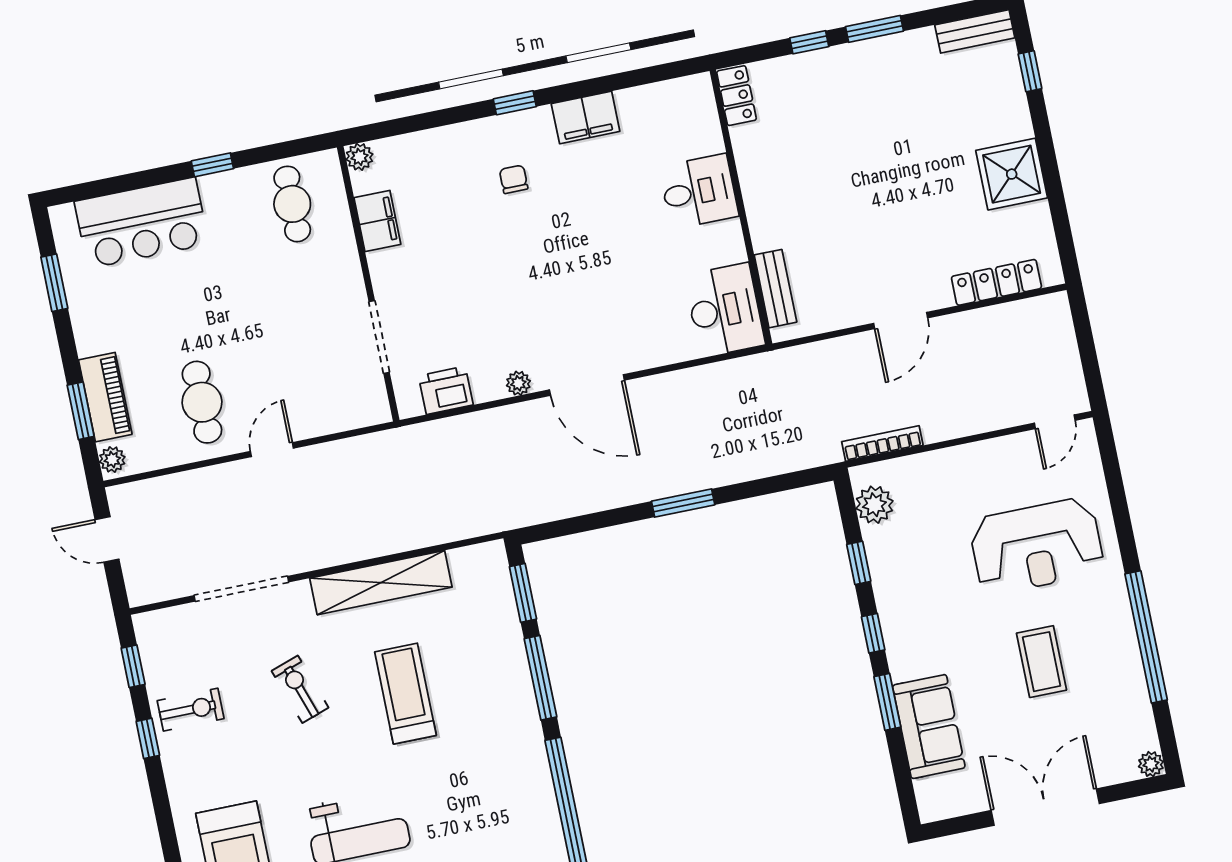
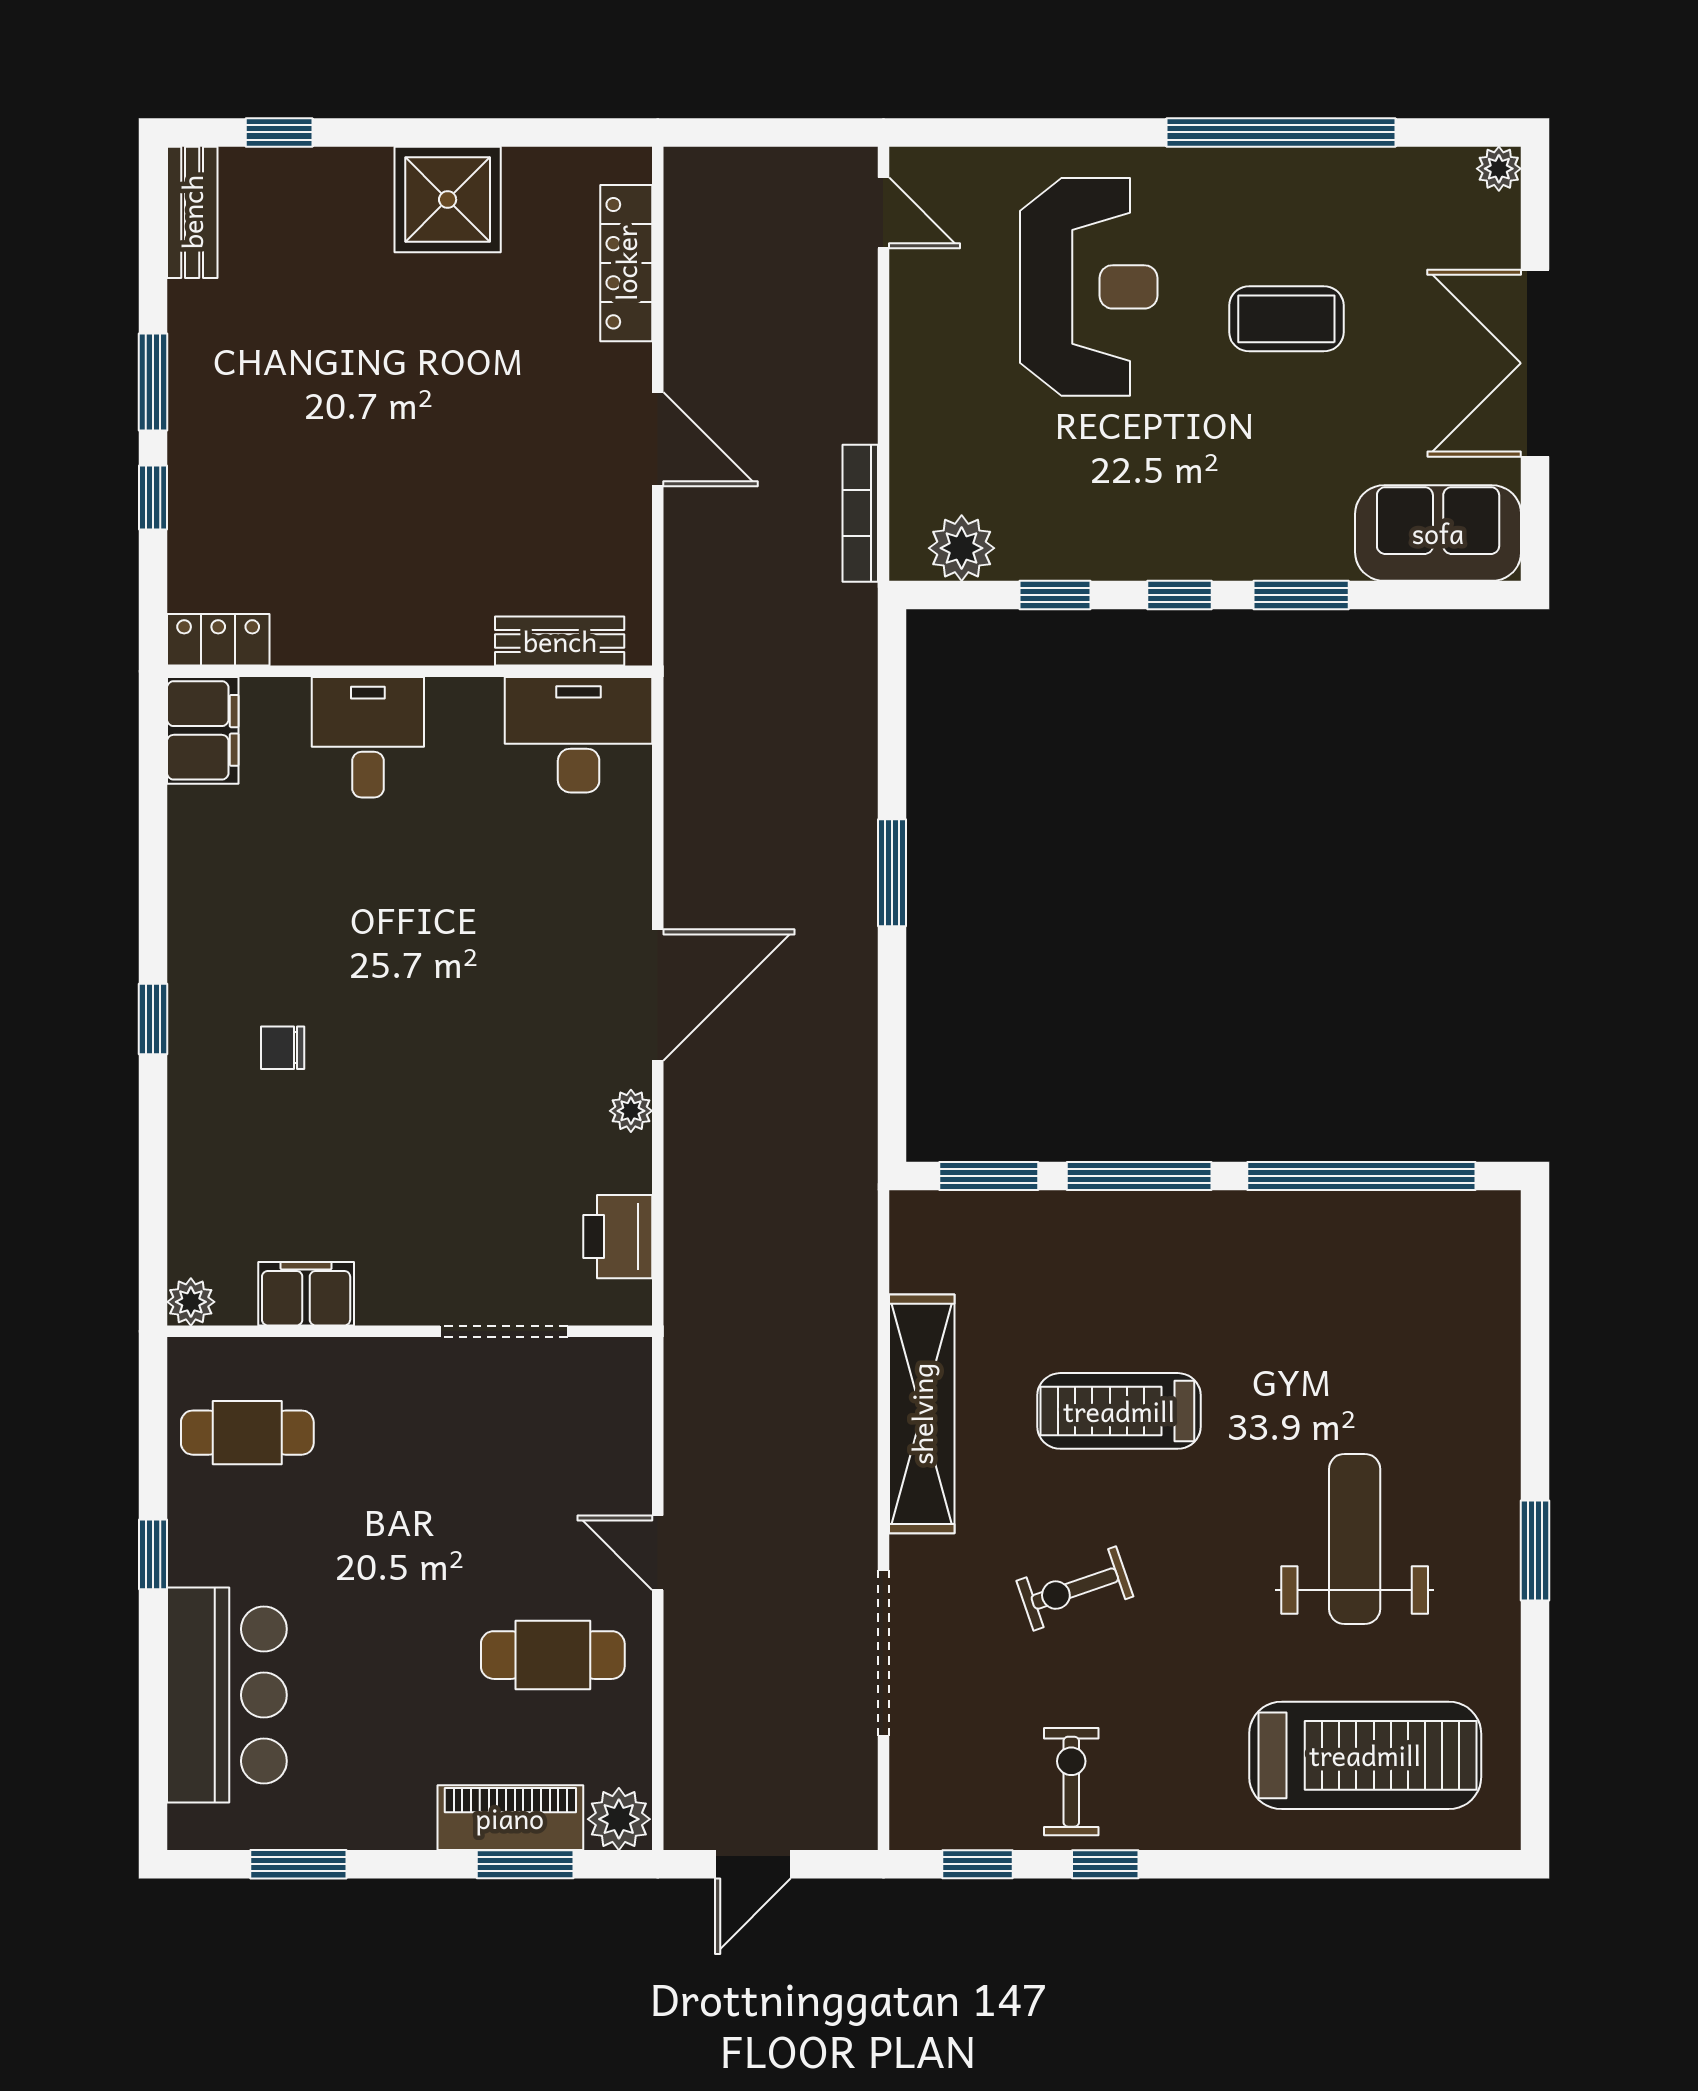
filing cabinet: (586, 117) -> (203, 730), moved
plant: (112, 459) -> (619, 1819), width x1.38, depth x1.38
sofa: (929, 727) -> (1438, 533), moved

